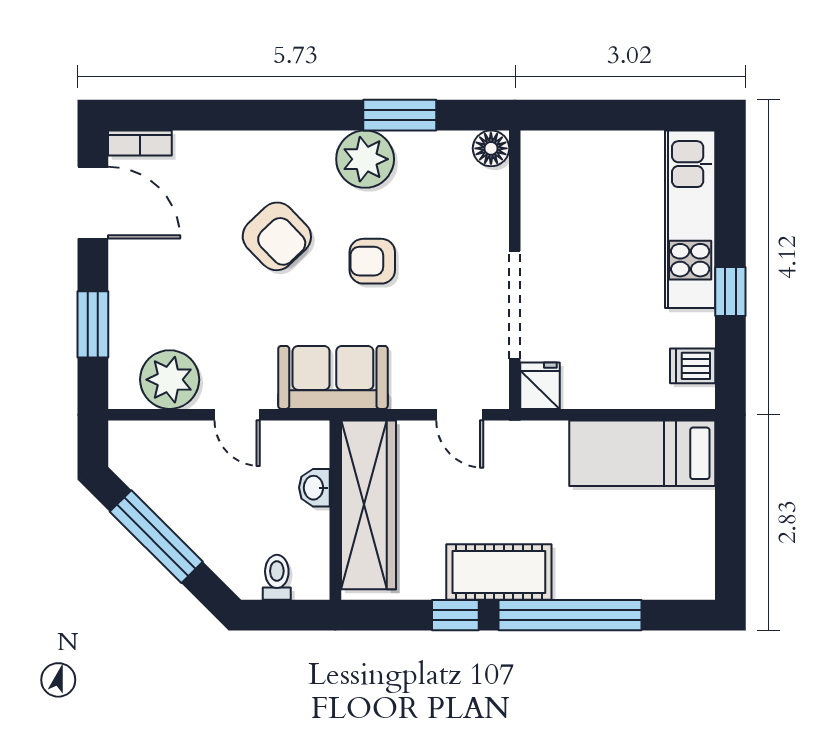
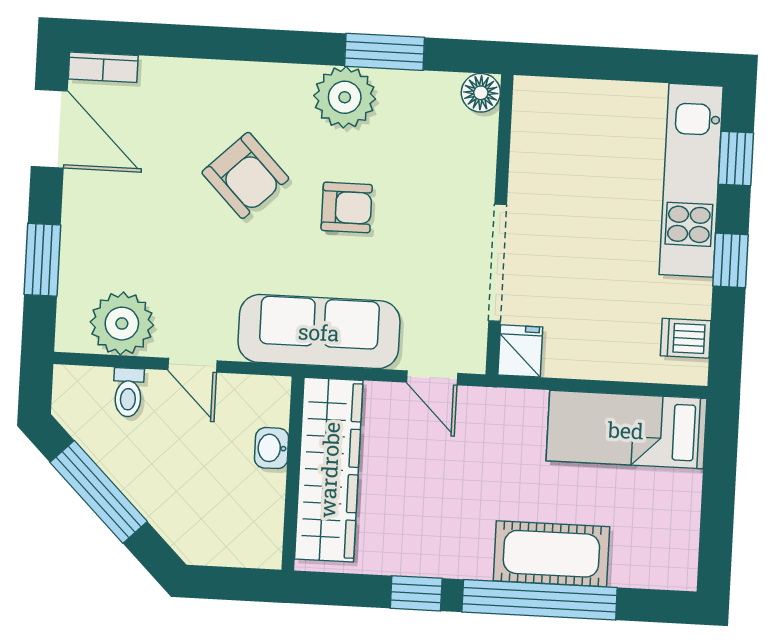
window: (730, 197) -> (736, 159), added
armchair: (372, 261) -> (347, 207), turned 180
sofa: (333, 377) -> (319, 332), width x1.36
cot: (499, 572) -> (551, 554), moved
toilet: (277, 577) -> (128, 392), moved, turned 180

